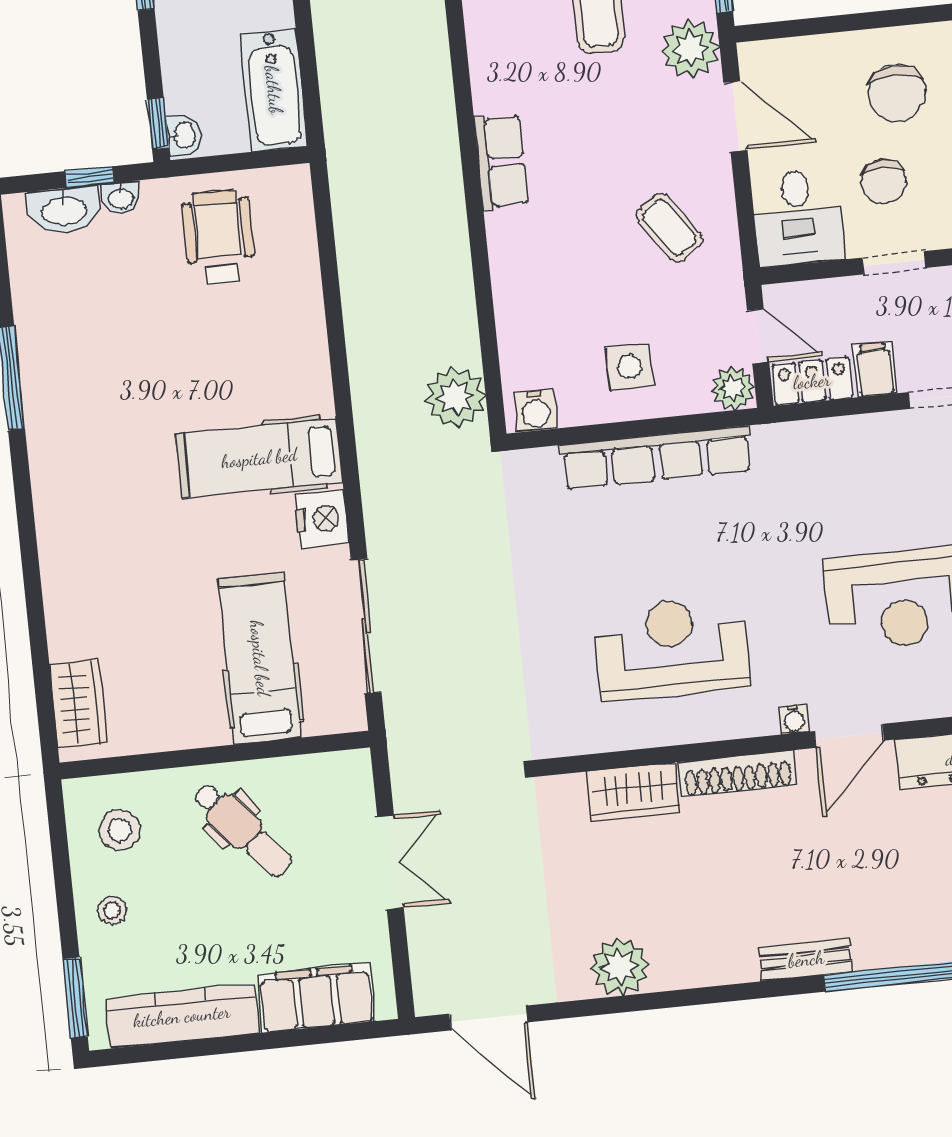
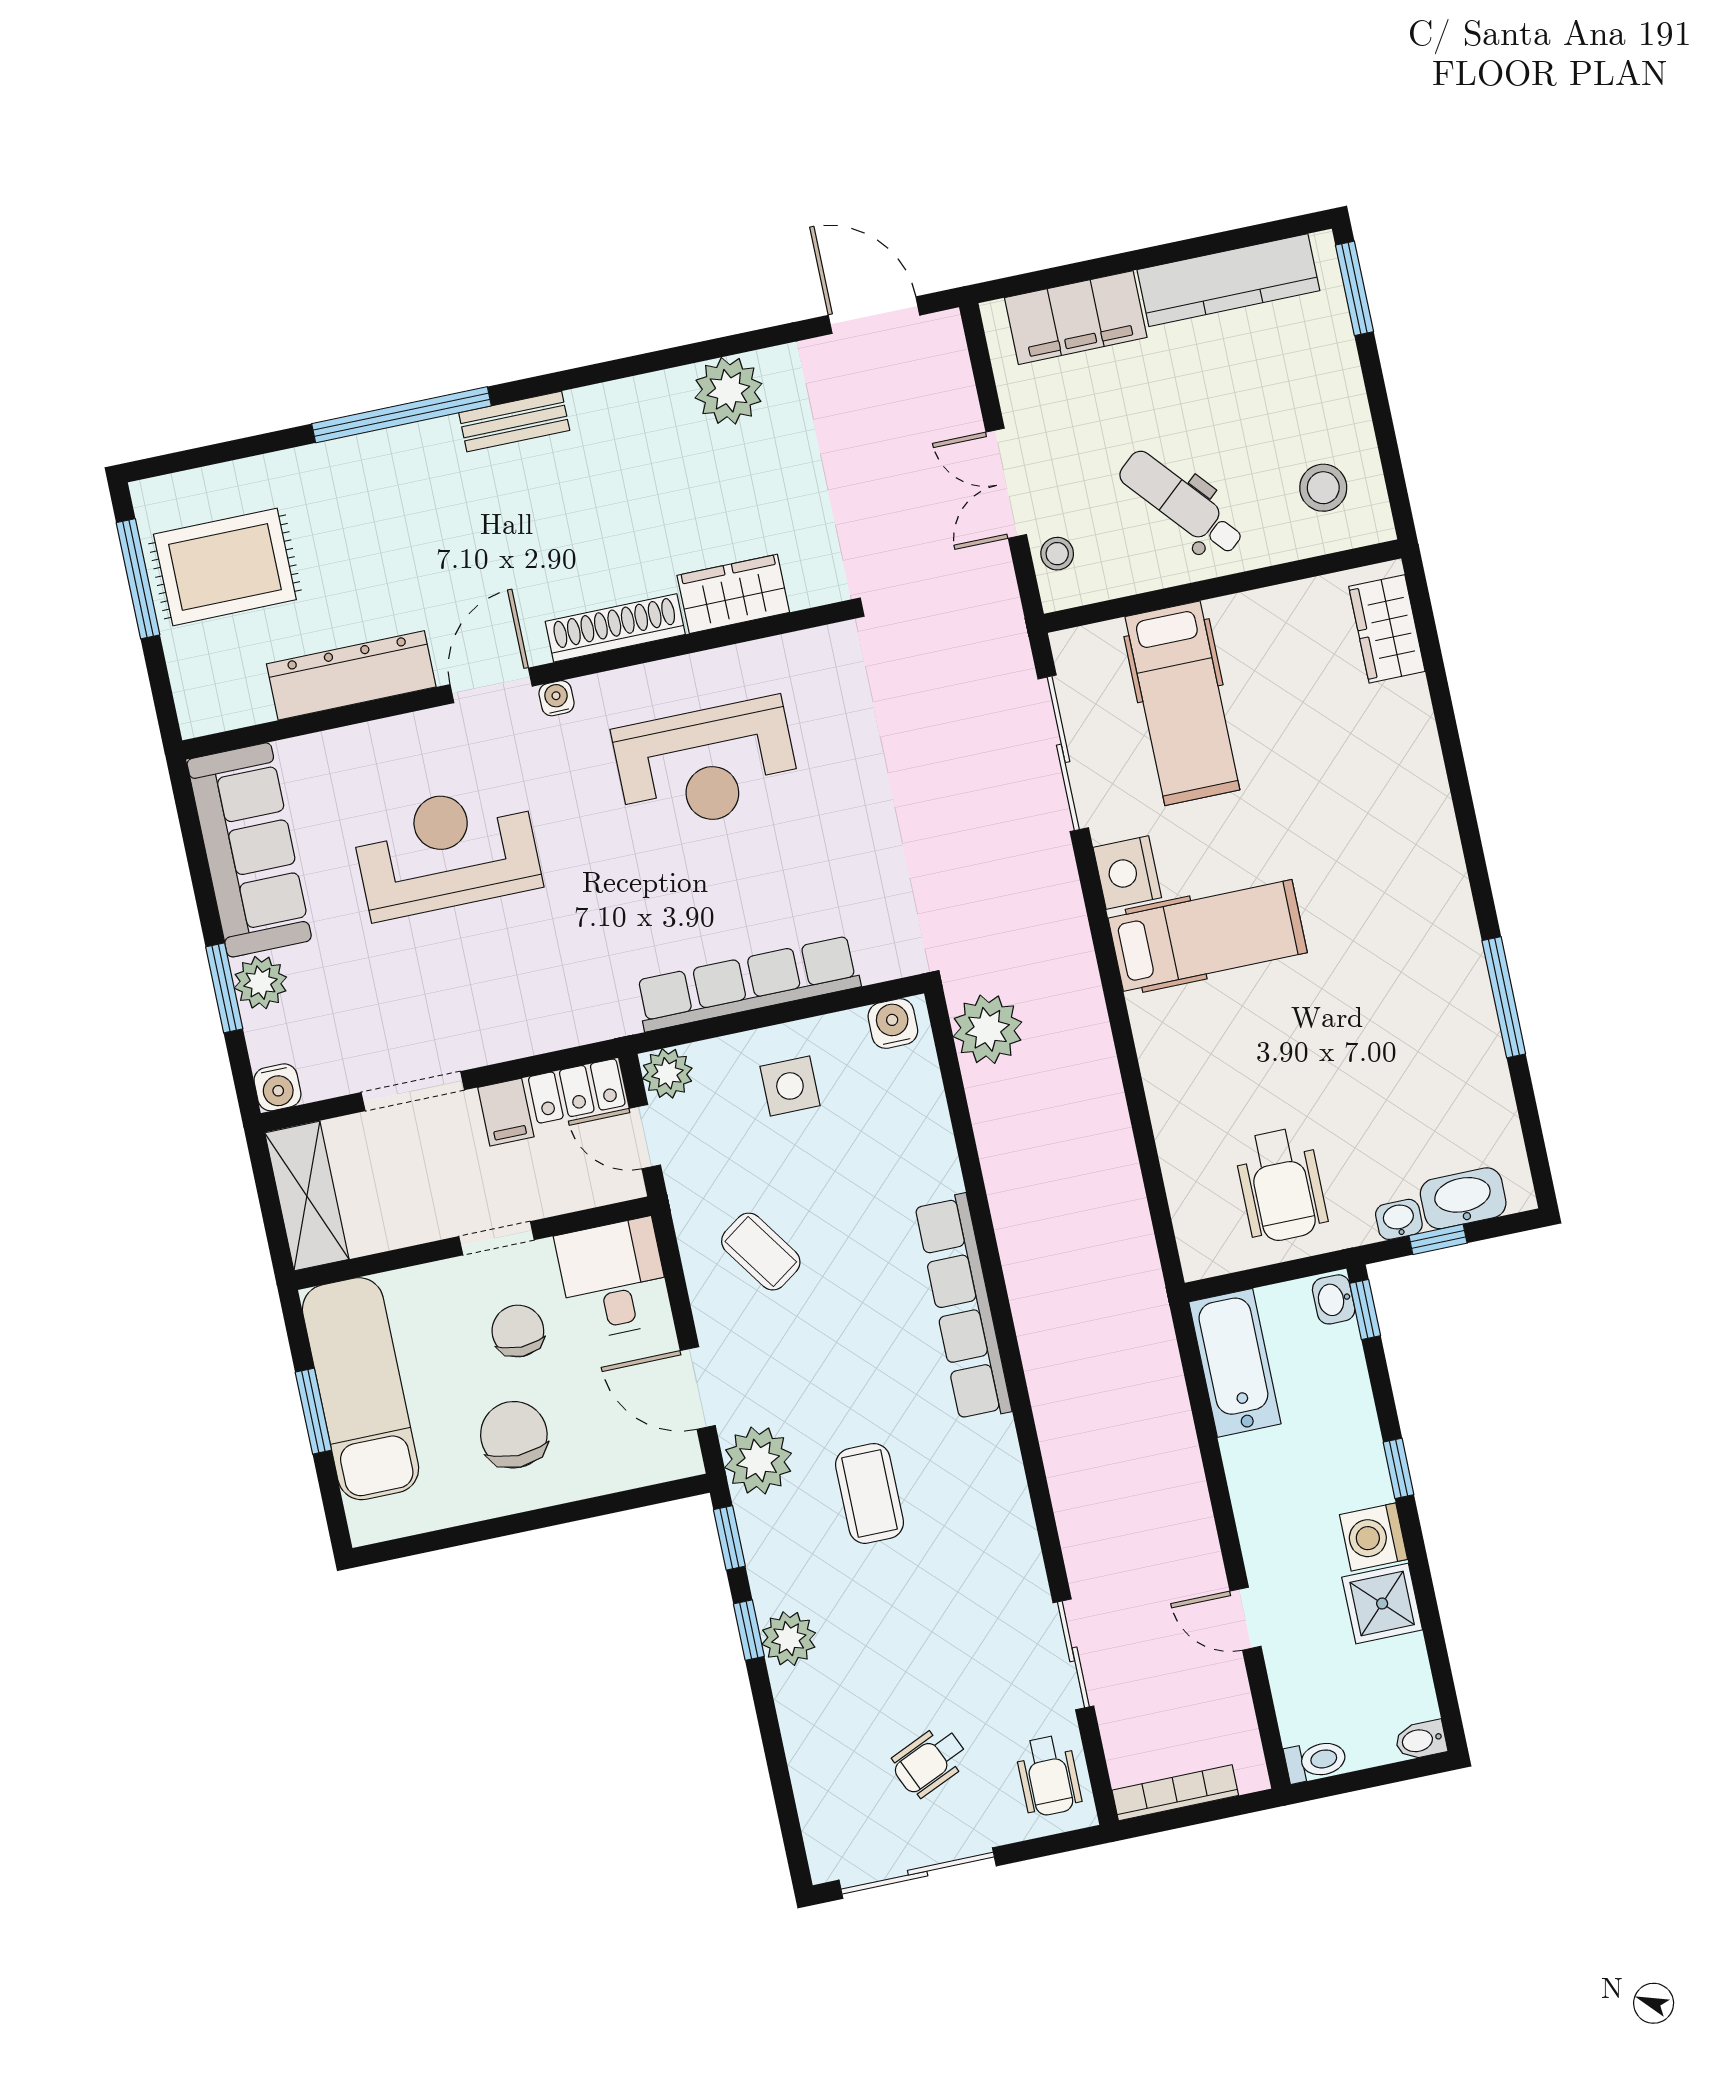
row of seats: (501, 162) -> (963, 1307), width x2.02
stool: (112, 910) -> (1057, 554), moved

